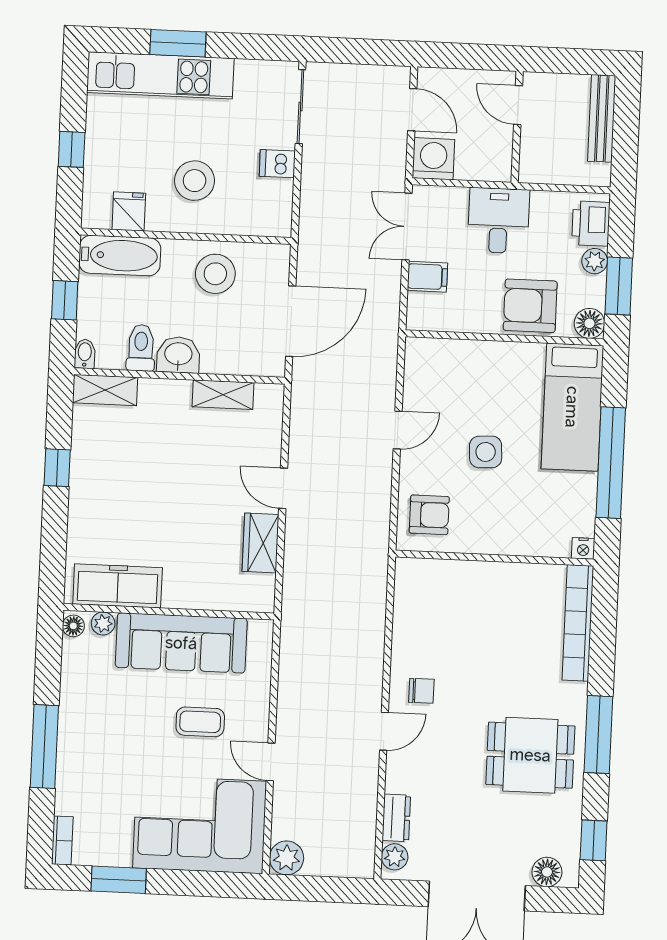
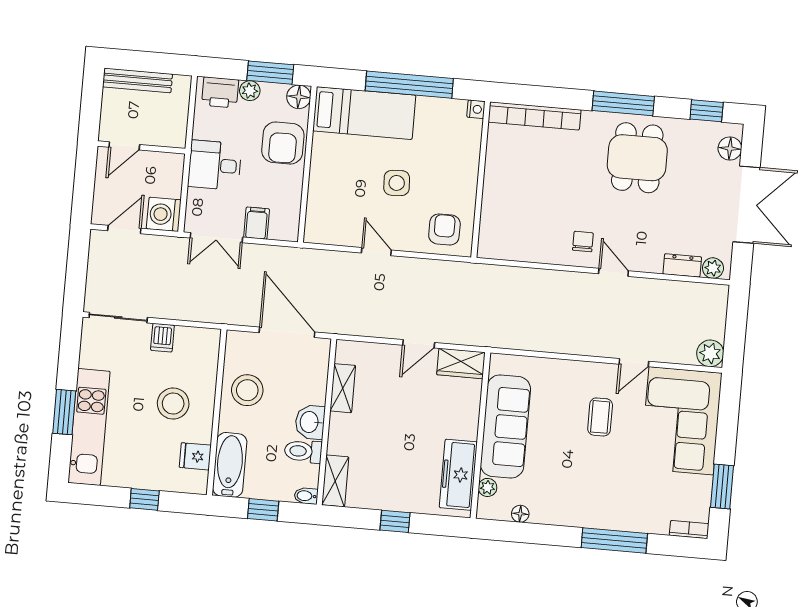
freezer: (118, 586) -> (458, 475), moved
wall: (169, 612) -> (480, 435), moved
plant: (103, 623) -> (488, 487), moved
sofa: (181, 643) -> (505, 426), moved

